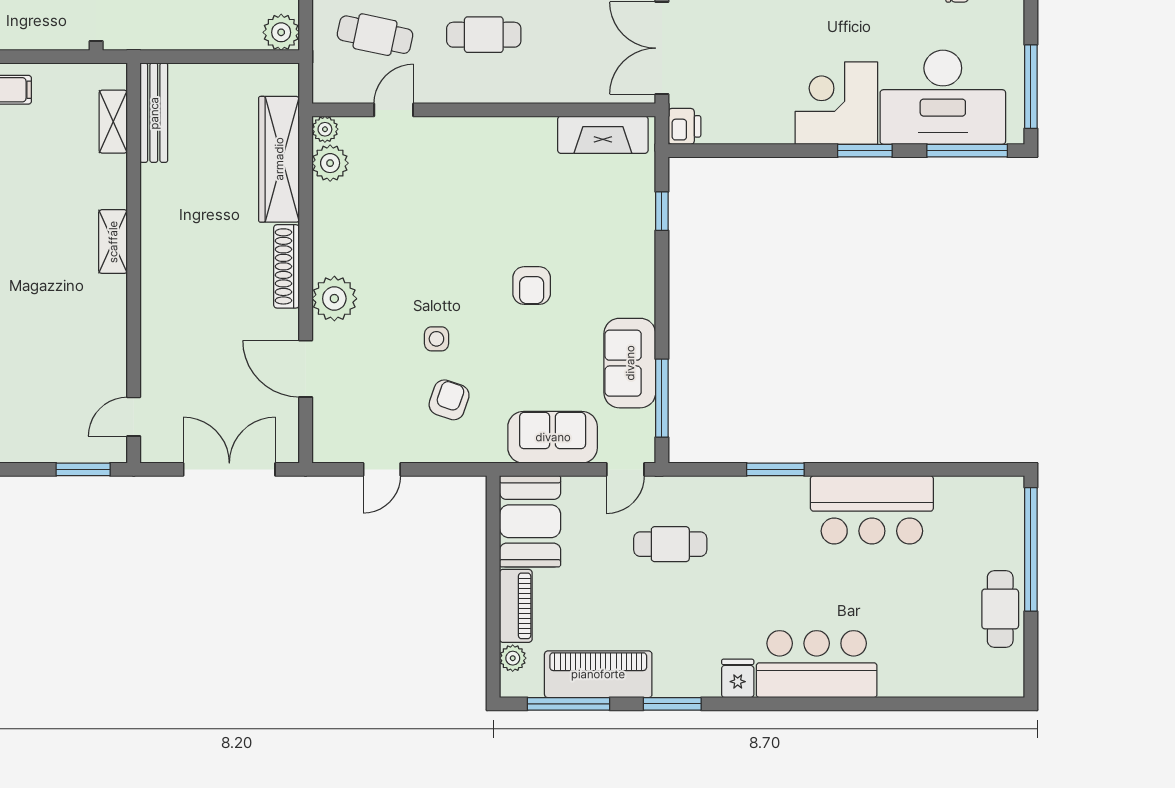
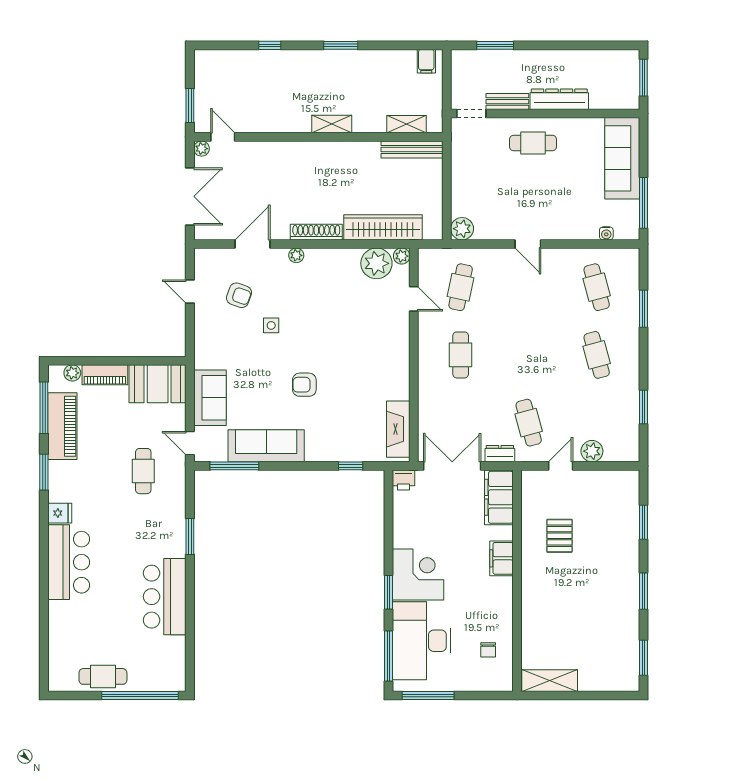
plant: (330, 163) -> (376, 263), width x1.36, depth x1.36
plant: (334, 299) -> (296, 255), width x0.53, depth x0.53
sofa: (630, 363) -> (266, 446), width x1.36
armchair: (449, 400) -> (239, 295), moved
plant: (152, 451) -> (202, 149), added

